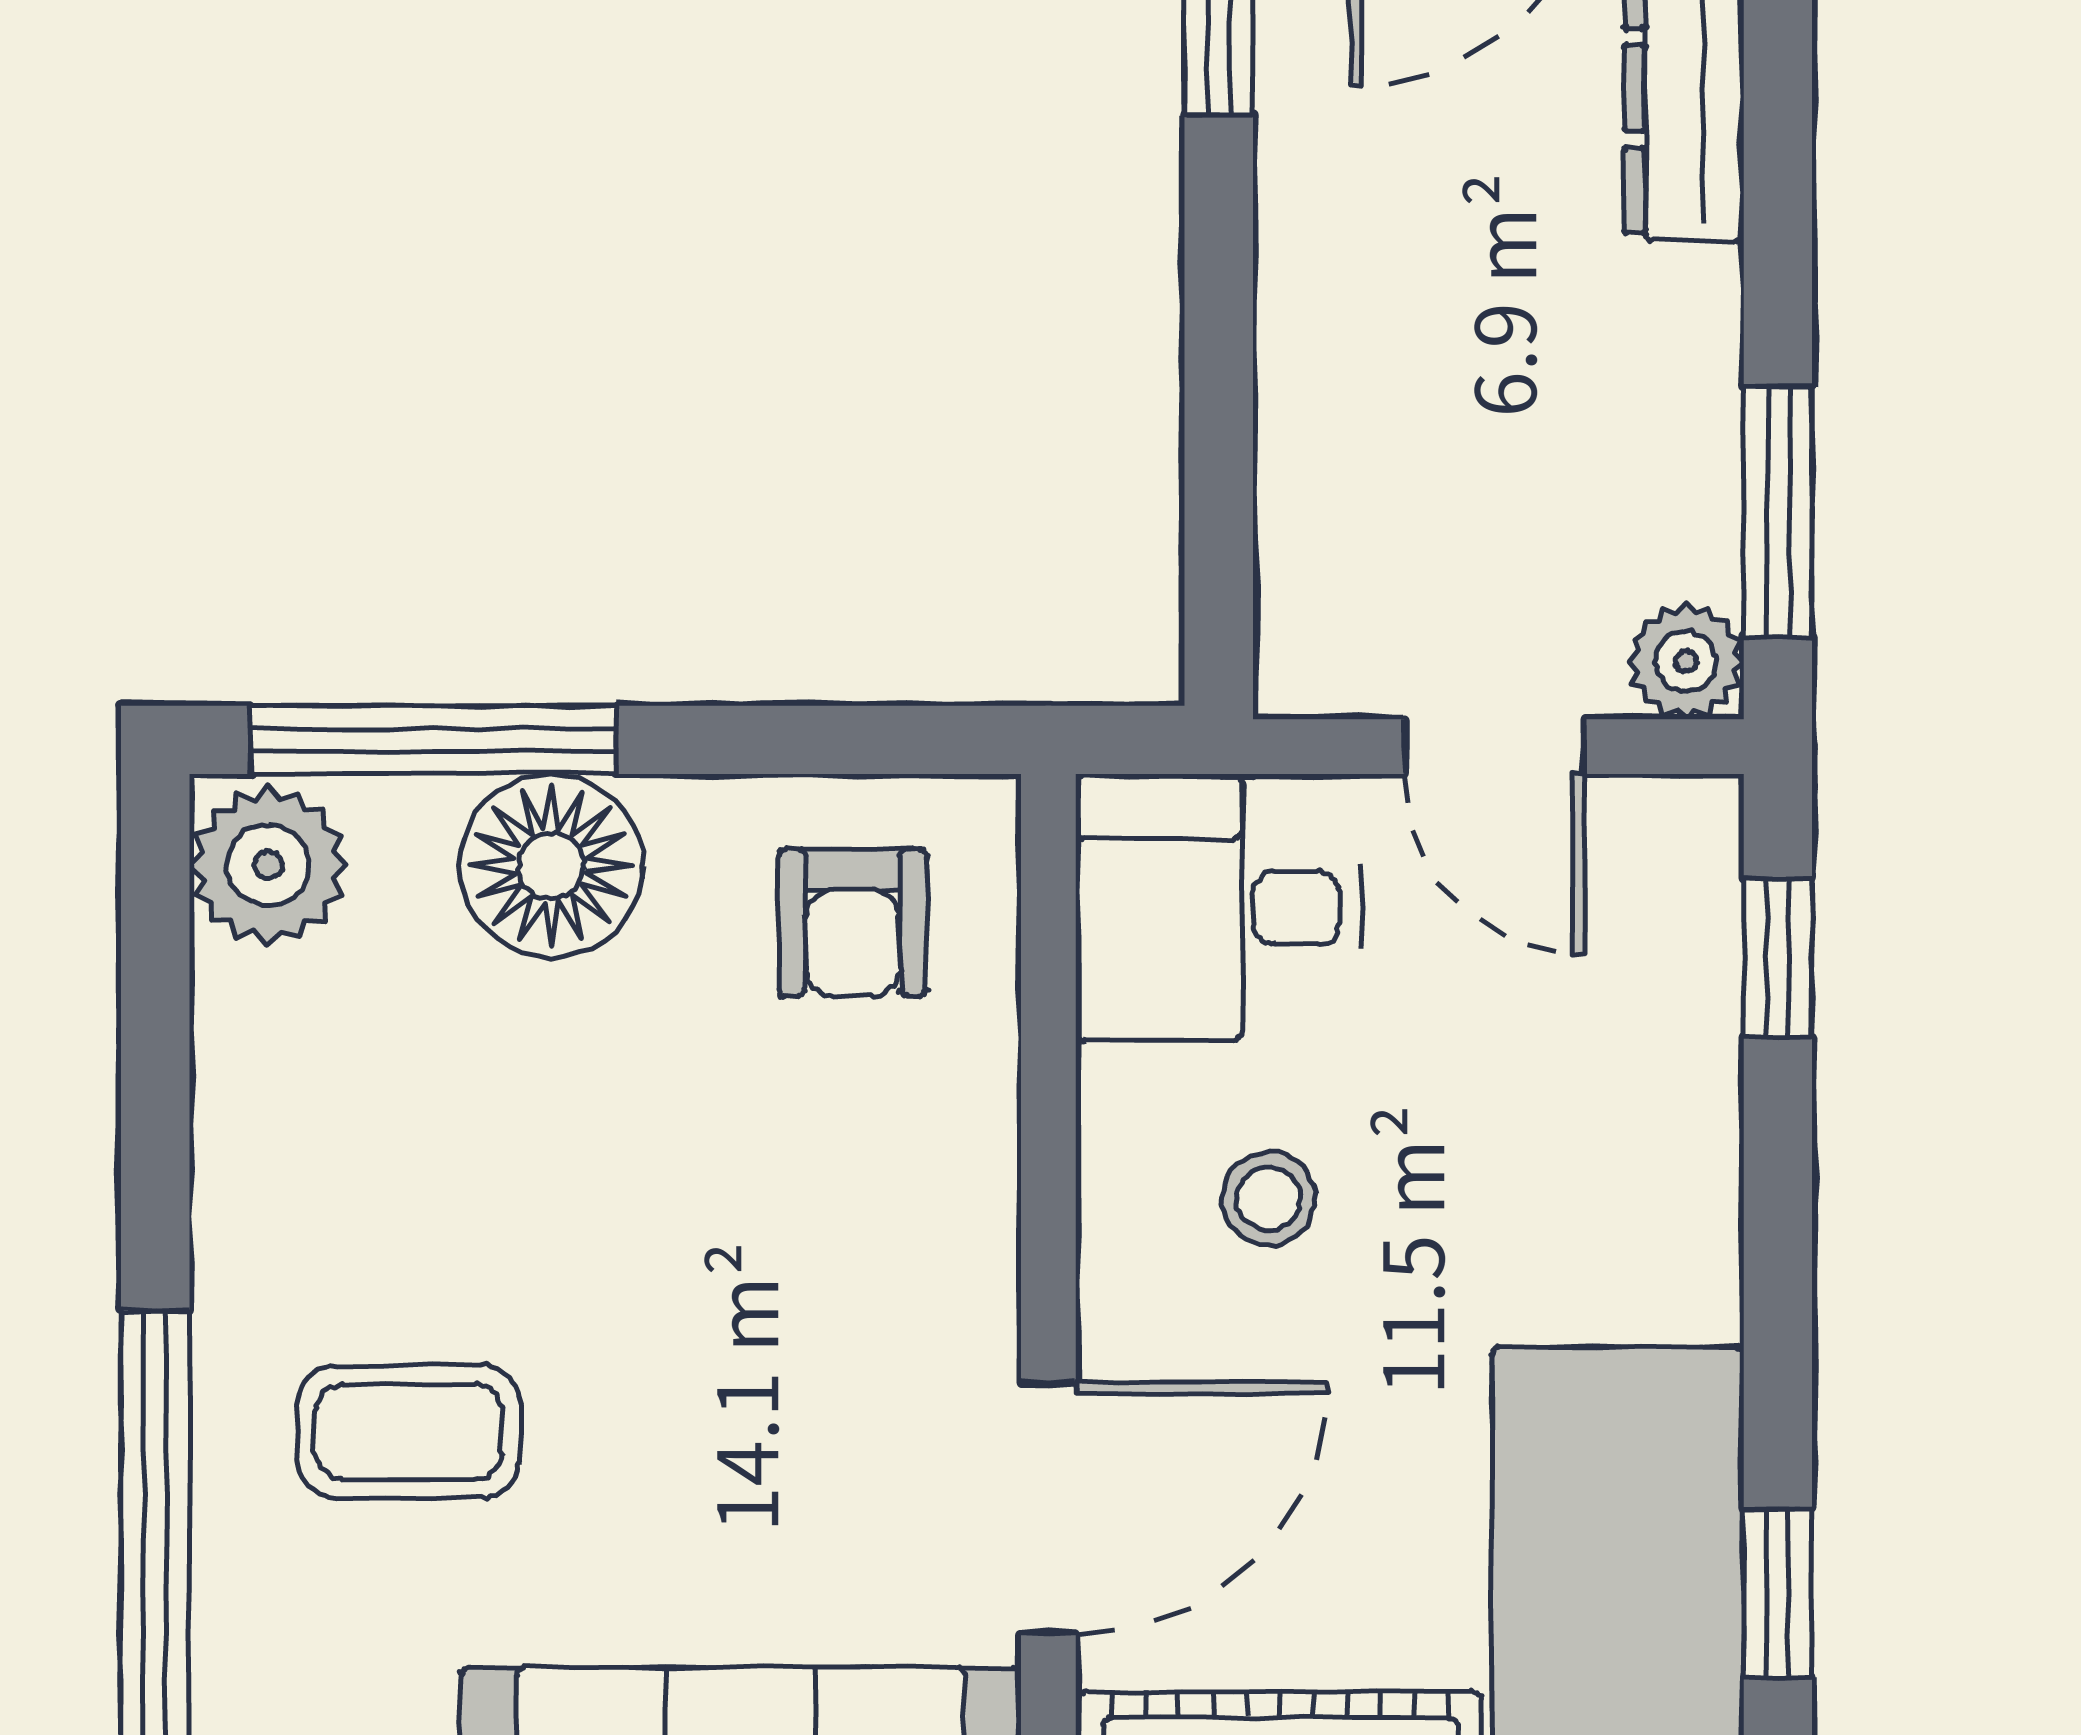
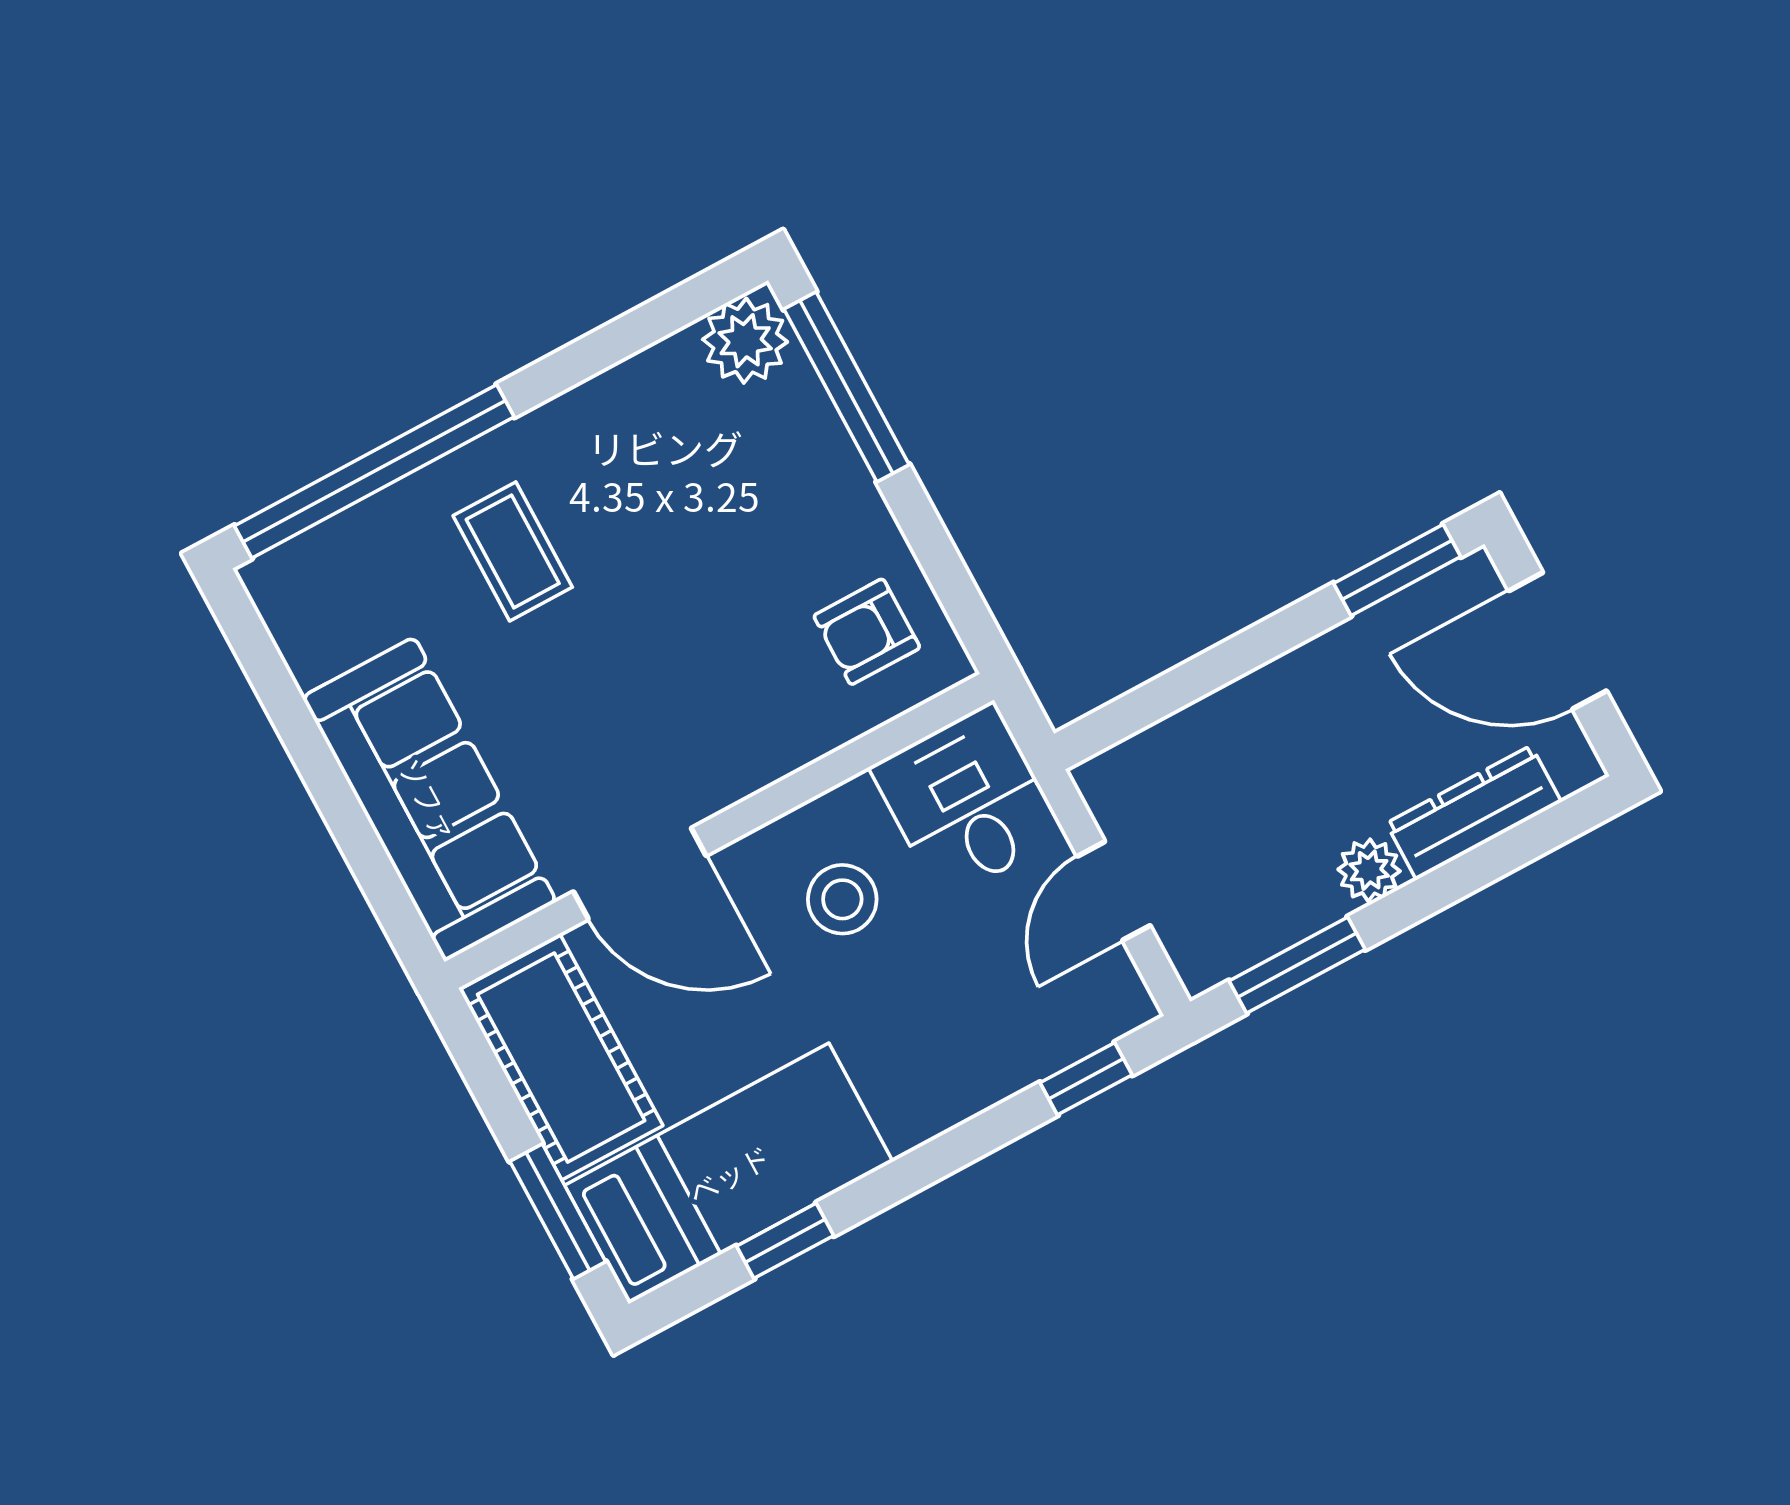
plant: (1686, 662) -> (1369, 870), moved
floor lamp: (551, 866) -> (817, 475), removed
stool: (1269, 1199) -> (842, 899), width x1.37, depth x1.37

